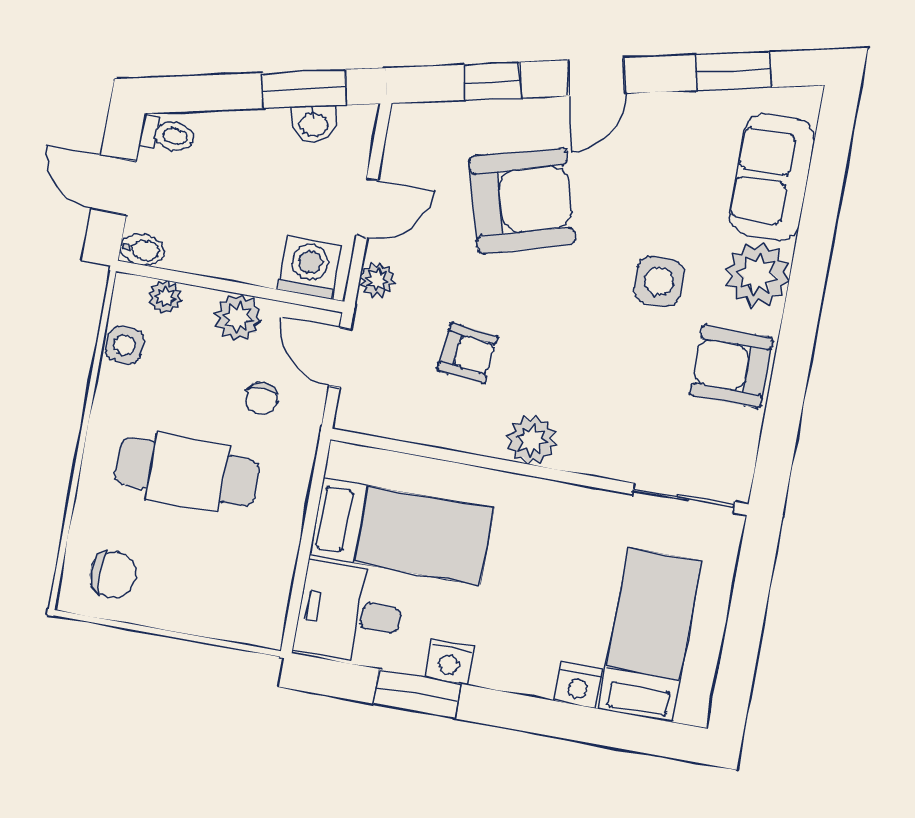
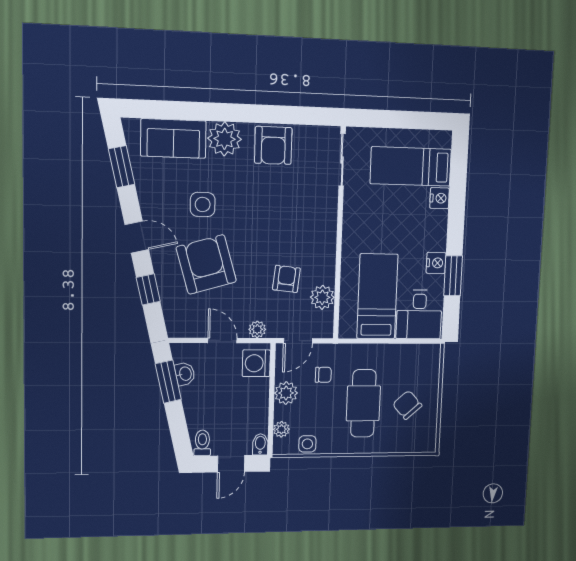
side table: (659, 281) -> (203, 204), moved
plant: (532, 440) -> (322, 297), moved
chair: (113, 575) -> (407, 405), moved, turned -42

